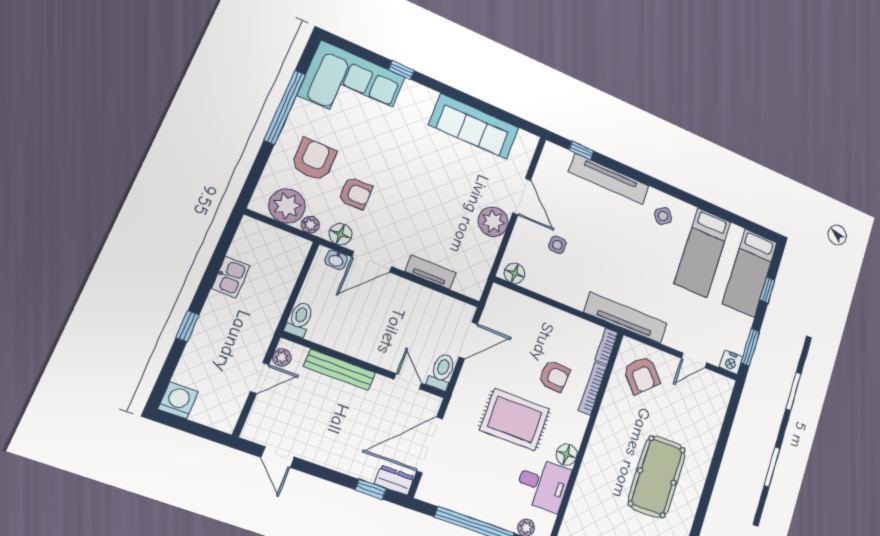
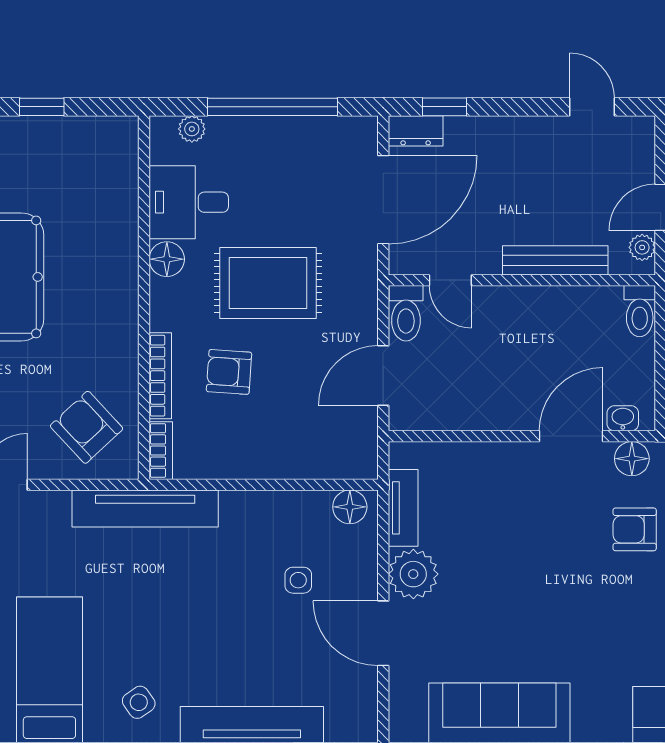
tv unit: (431, 272) -> (403, 508), moved, turned -90

